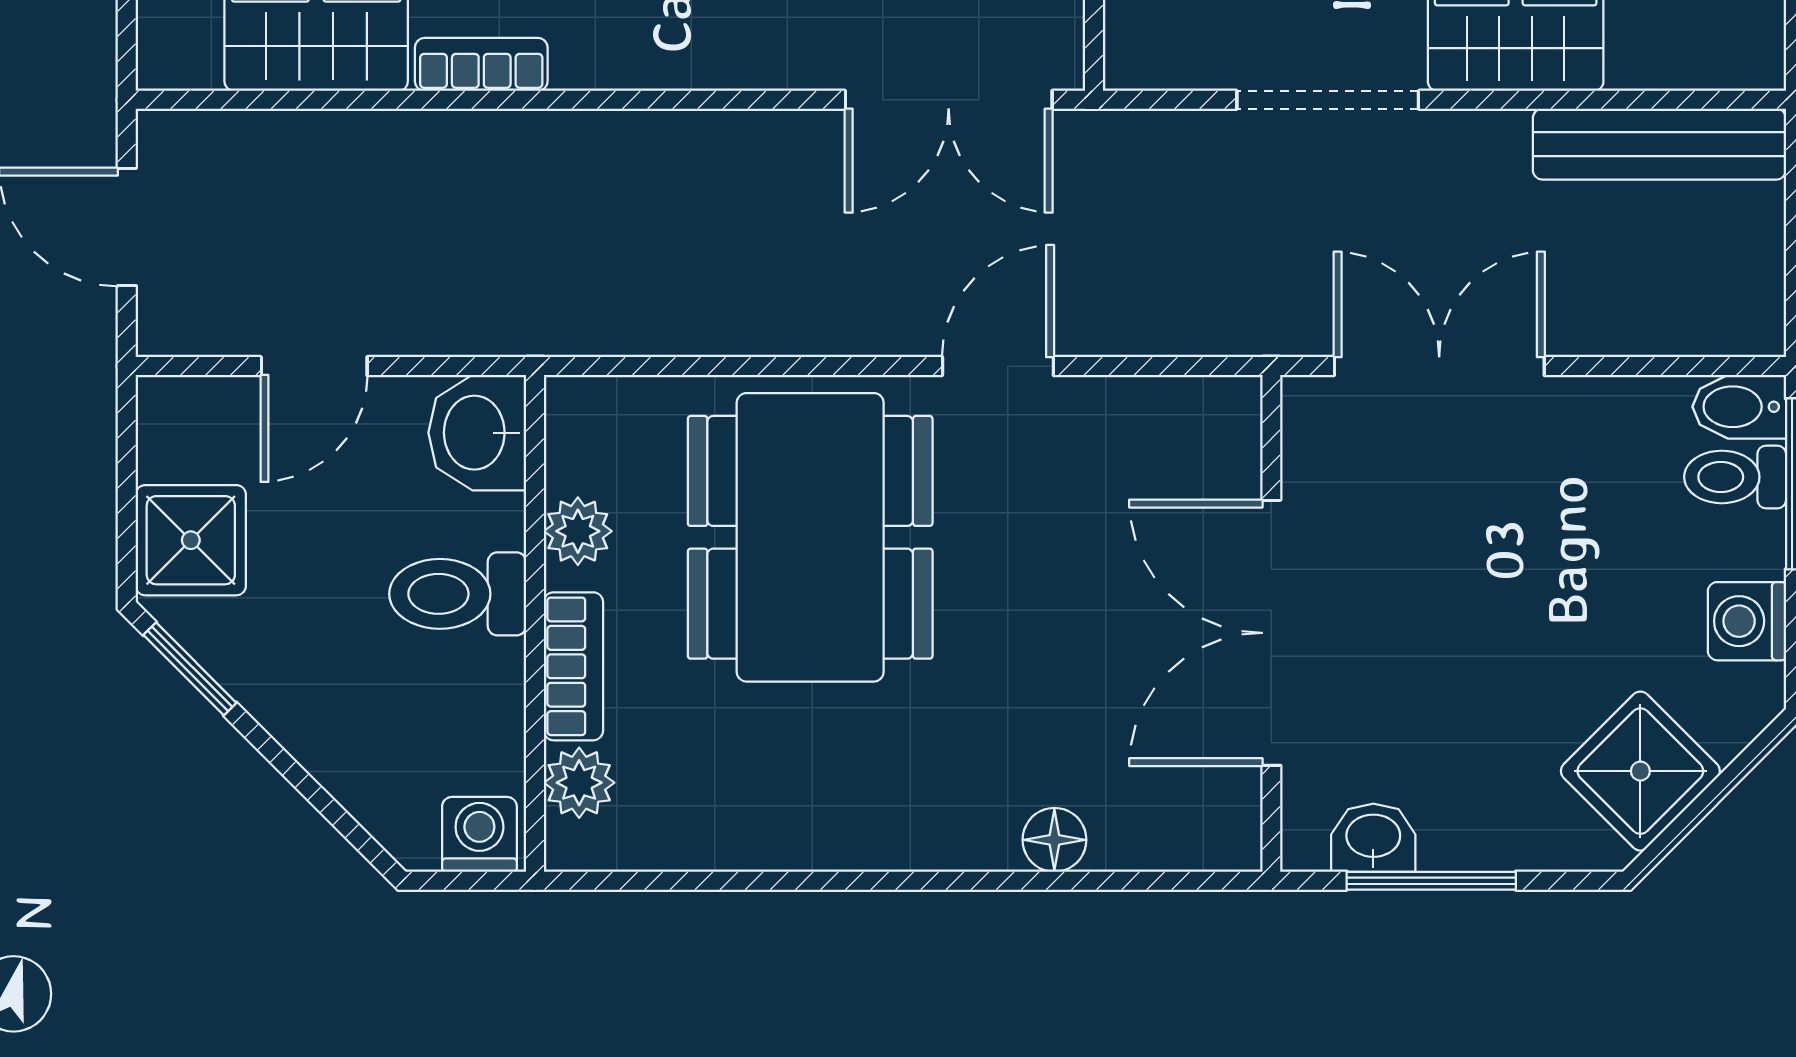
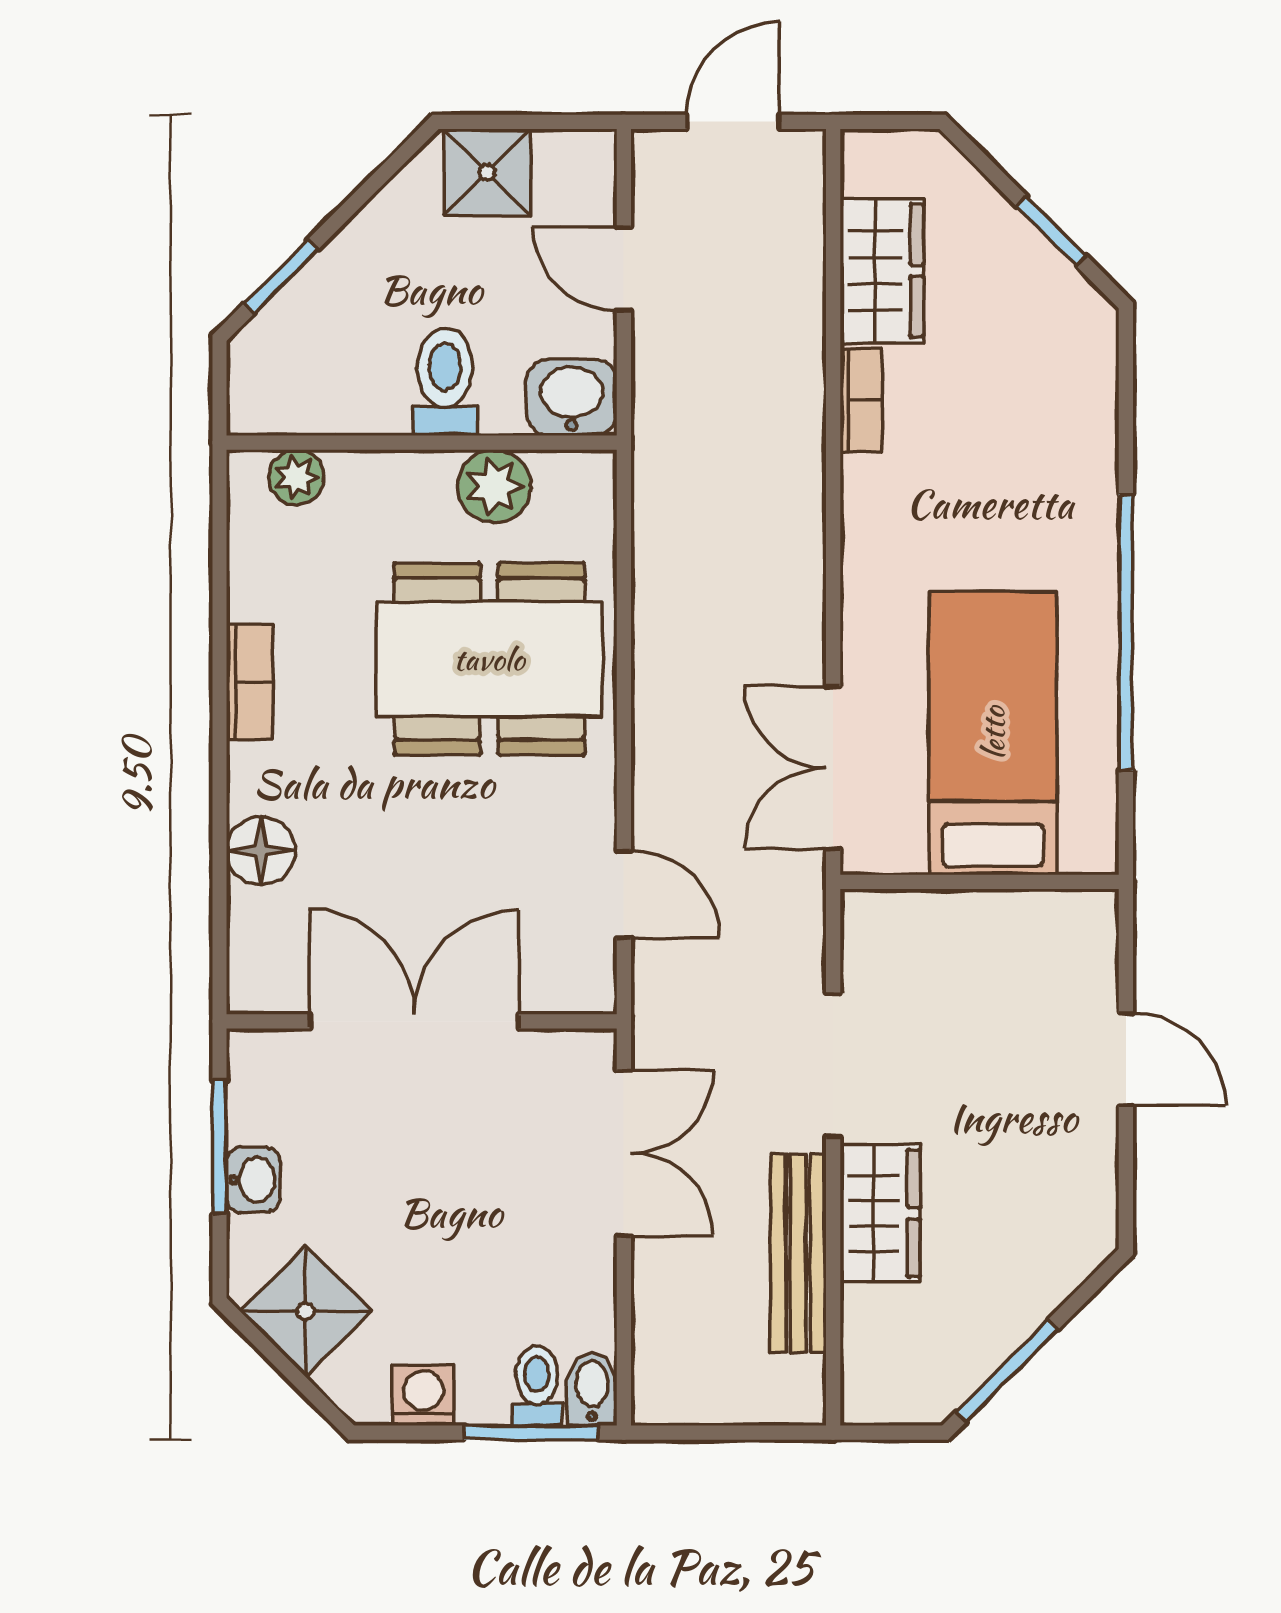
bench: (1659, 144) -> (798, 1253), moved
door: (998, 366) -> (624, 894), moved
plant: (578, 531) -> (494, 486), width x1.38, depth x1.38
bookcase: (573, 666) -> (250, 682), moved, turned -90
window: (190, 669) -> (281, 276), moved
washing machine: (479, 834) -> (256, 399), removed
washbasin: (1373, 838) -> (253, 1180), moved
floor lamp: (1054, 840) -> (261, 851), width x1.37, depth x1.37

